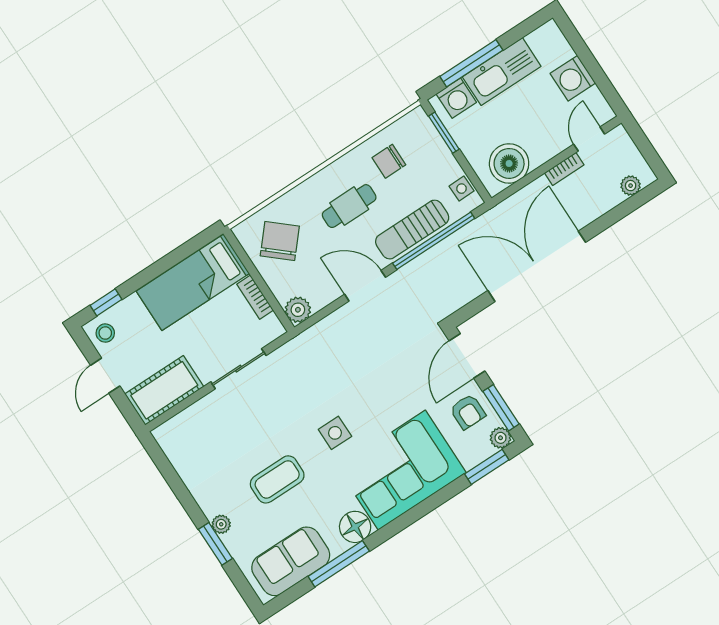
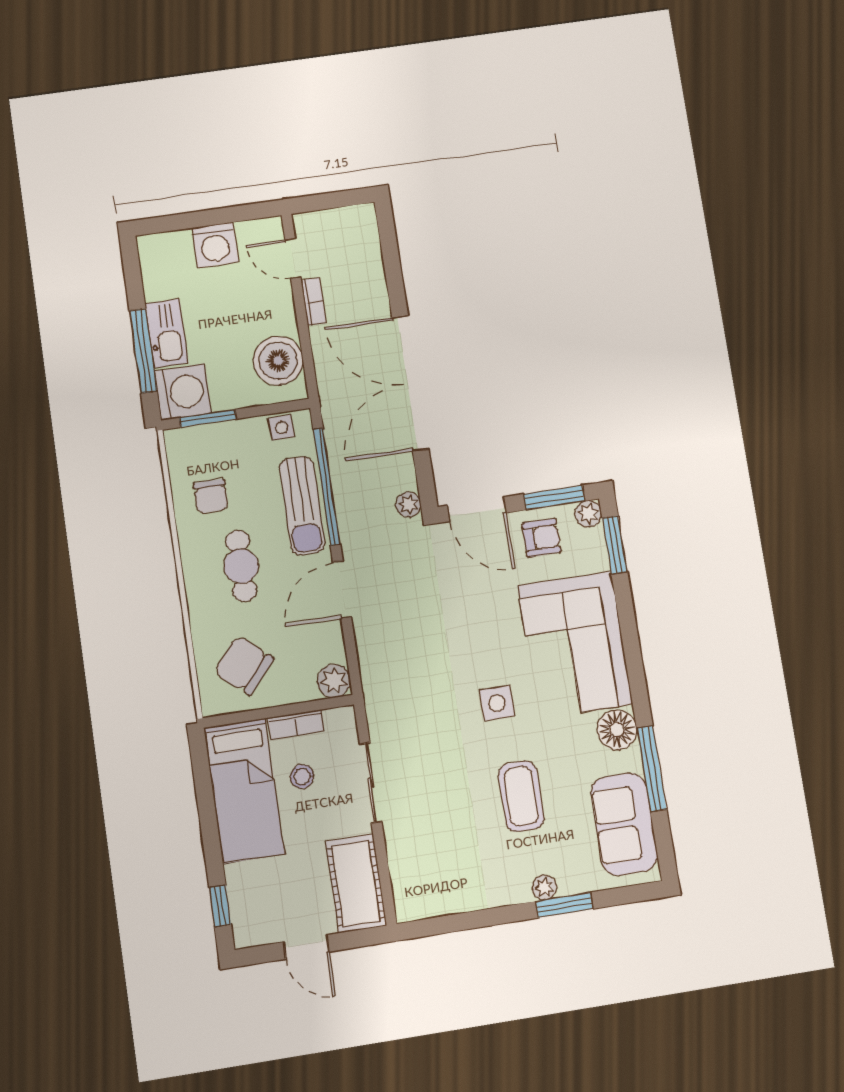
kitchen sink: (502, 72) -> (167, 333), width x0.73, depth x0.81
washing machine: (456, 98) -> (183, 392), width x1.37, depth x1.37
plant: (631, 186) -> (408, 505), moved
stool: (105, 333) -> (302, 777), moved

